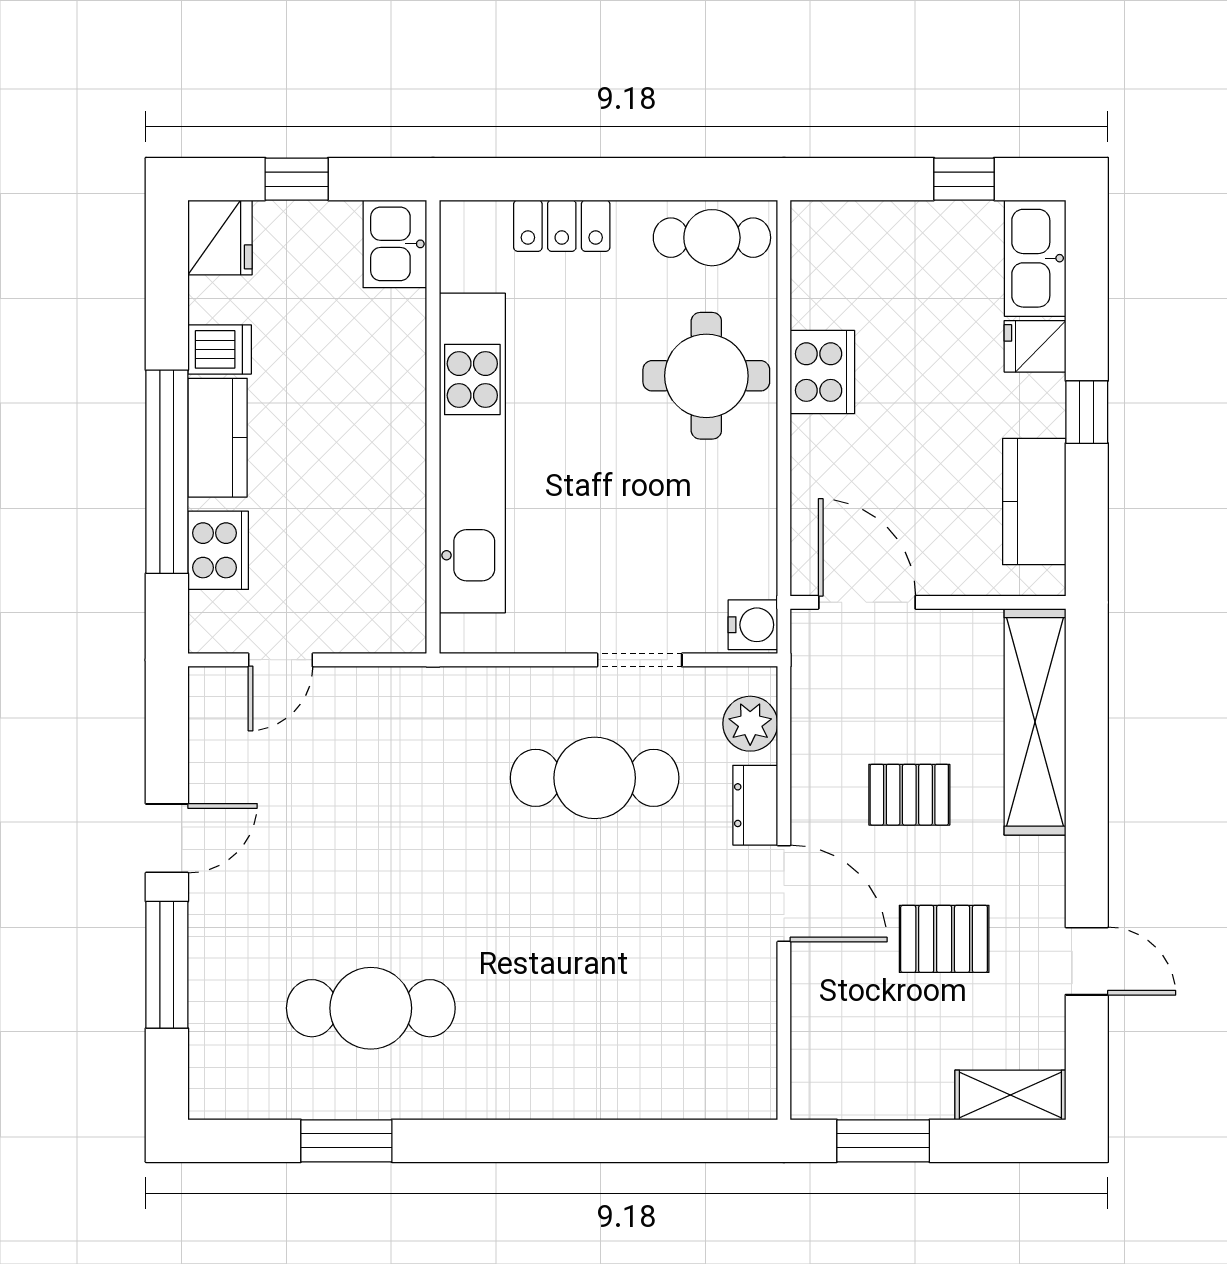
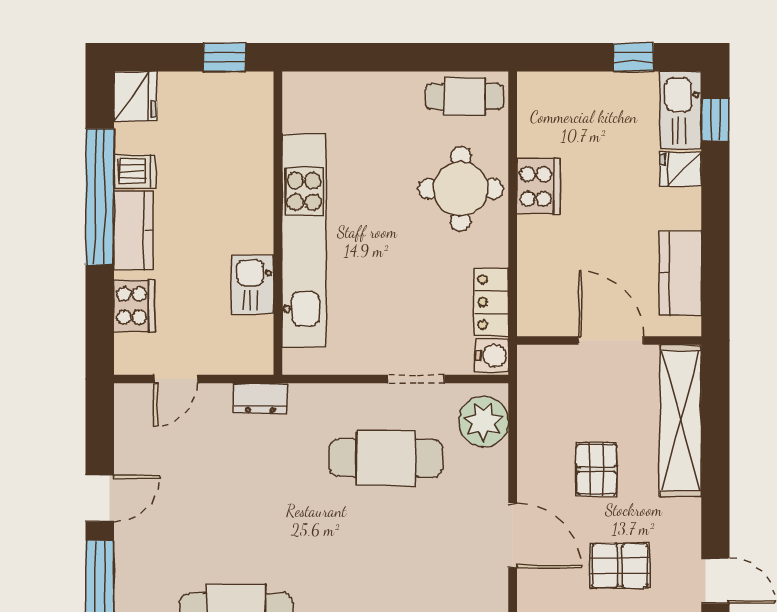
window: (297, 179) -> (225, 57), moved
locker: (562, 226) -> (491, 302), moved, turned 90
kitchen sink: (395, 244) -> (252, 284), moved
window: (1087, 412) -> (715, 120), moved
window: (167, 472) -> (100, 197), moved
door: (867, 602) -> (611, 340), moved
plant: (750, 724) -> (483, 422), width x1.36, depth x1.36
pallet: (909, 795) -> (597, 469), turned 90
dresser: (755, 805) -> (260, 398), moved, turned -90

